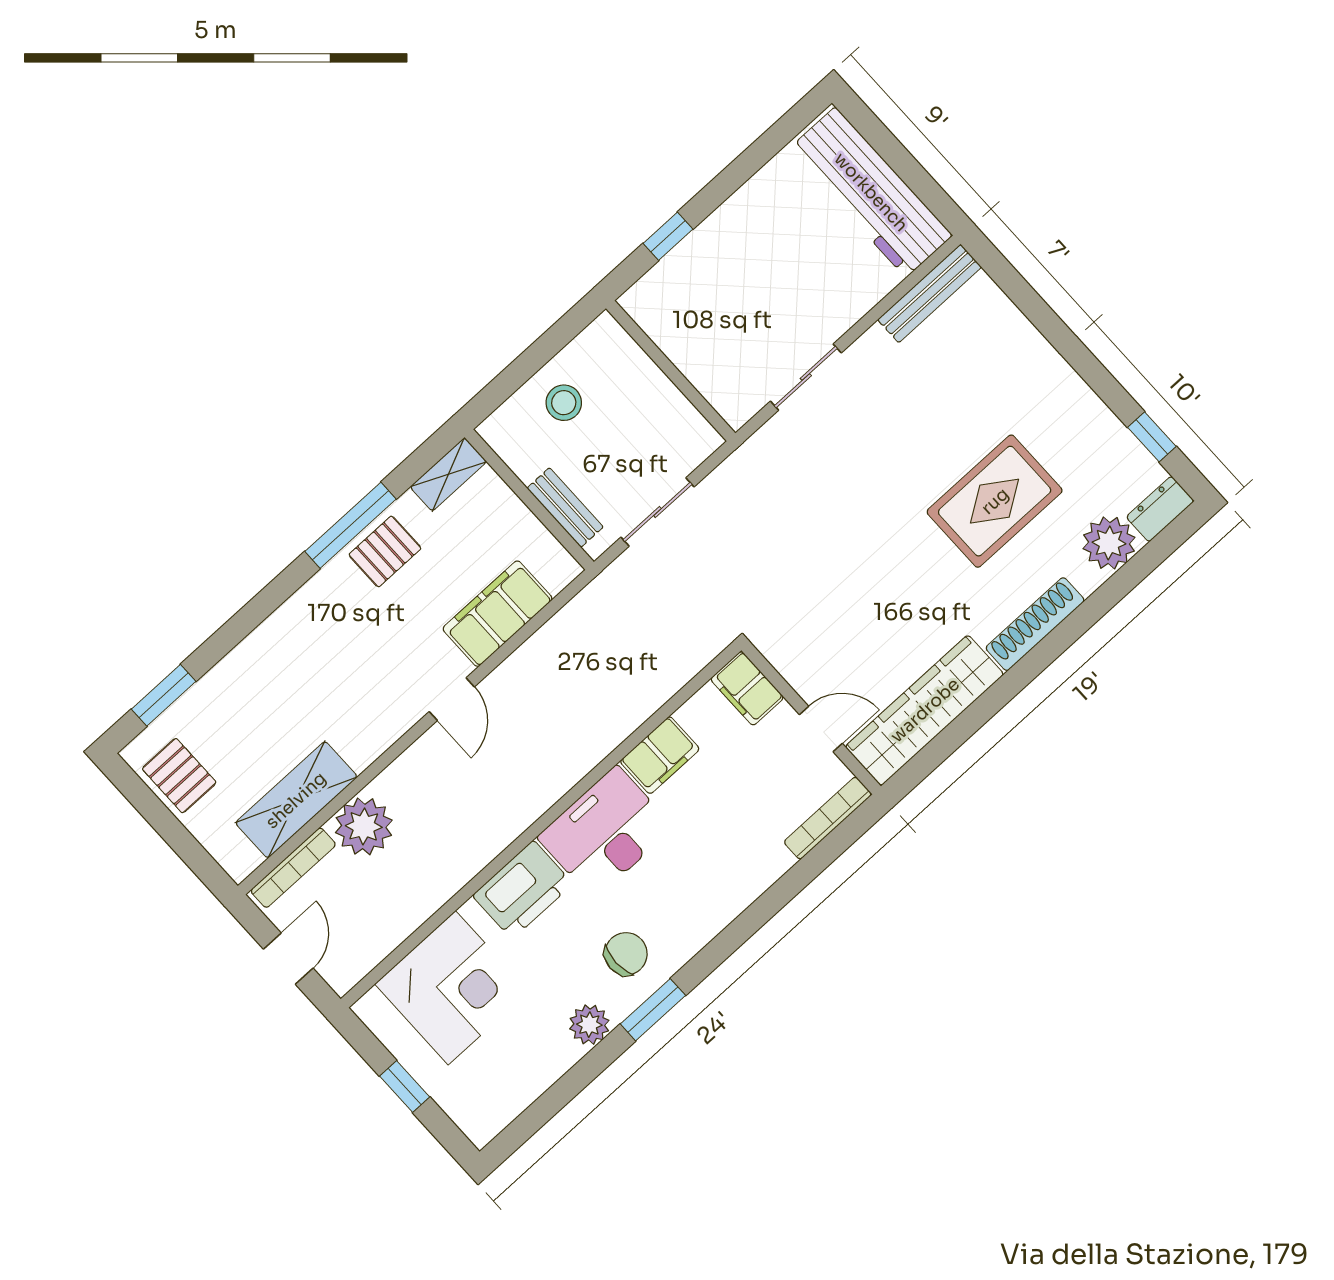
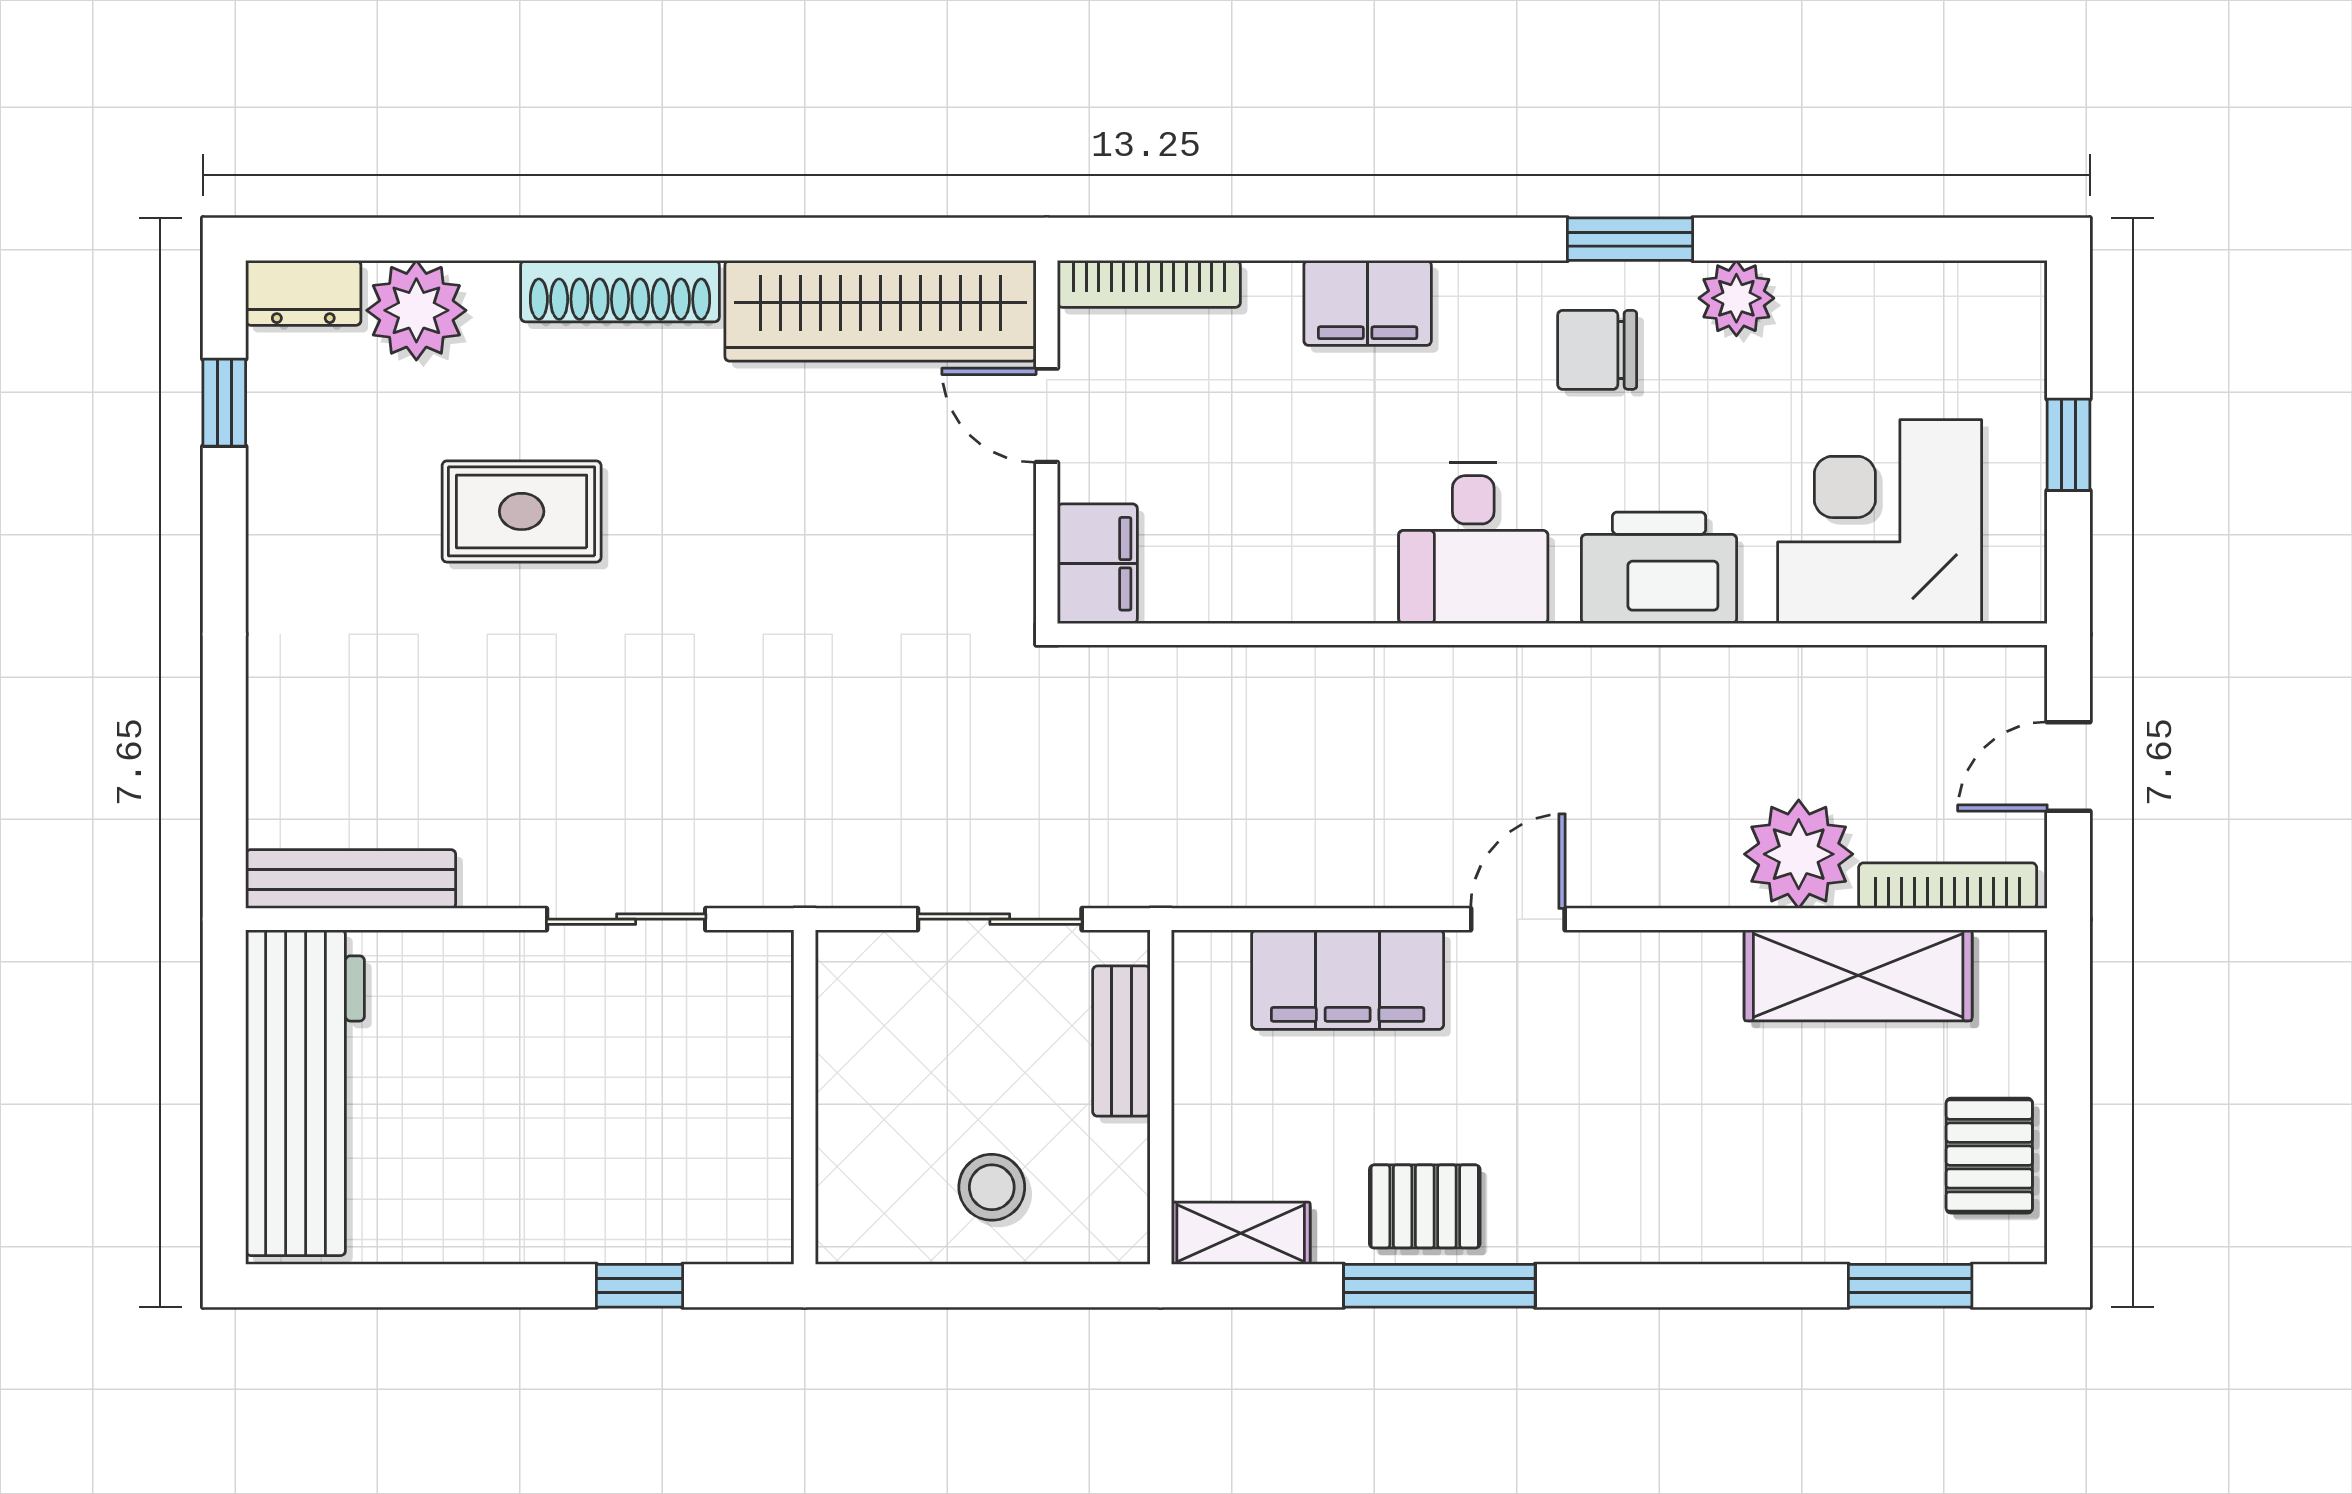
rug: (995, 501) -> (522, 511), width x0.73, depth x0.70
filing cabinet: (660, 755) -> (1368, 303), moved, turned 180
desk: (605, 832) -> (1473, 543), width x0.73

